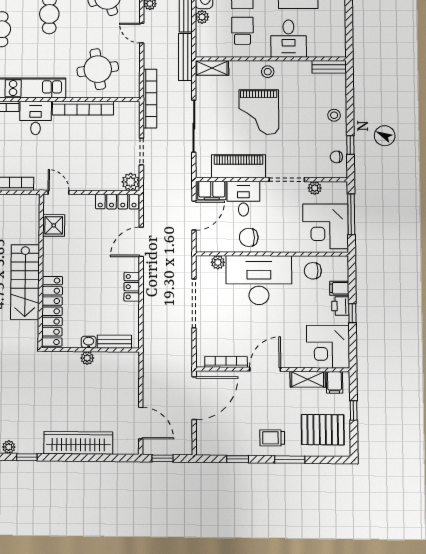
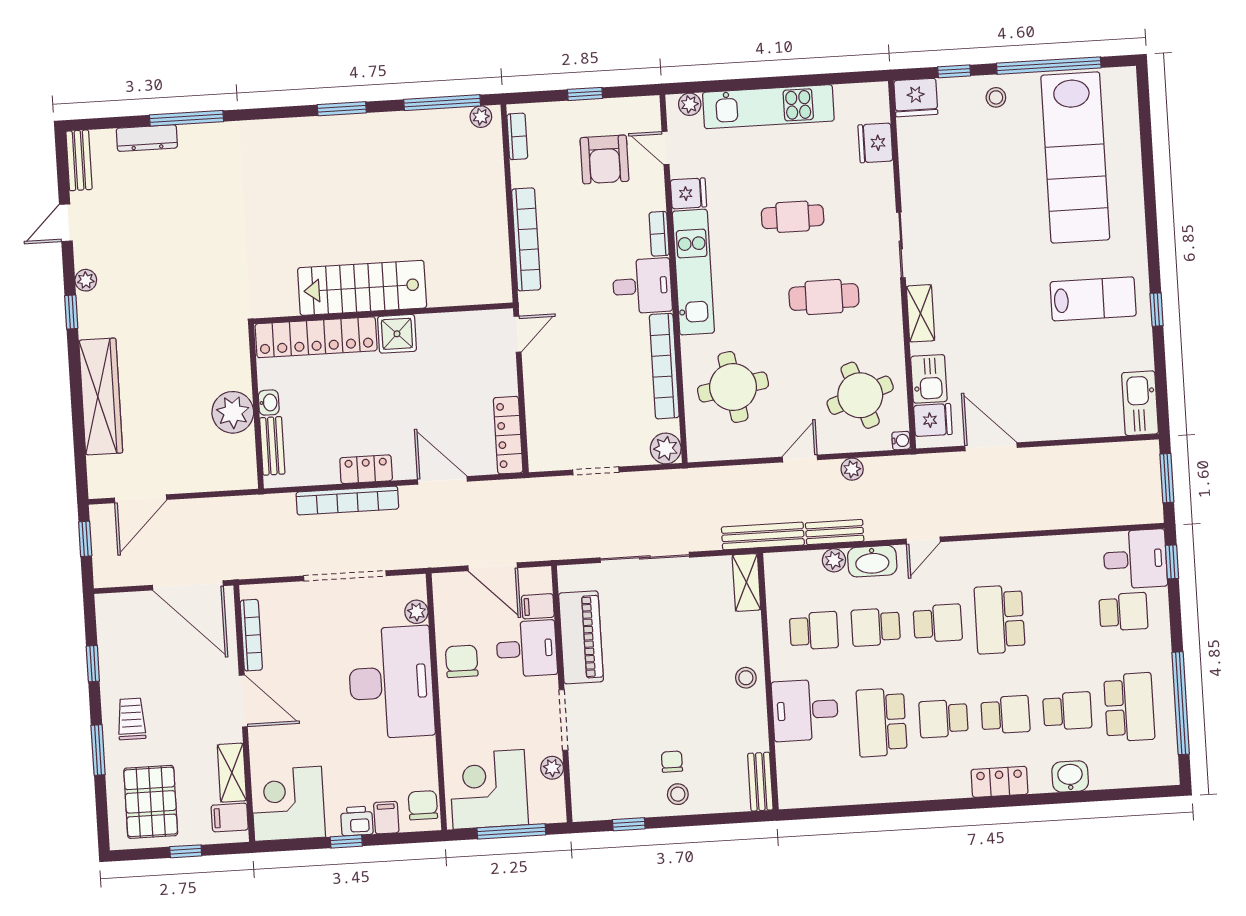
bookcase: (150, 99) -> (347, 501), moved
grand piano: (259, 112) -> (675, 666), removed
chair: (336, 157) -> (672, 762), moved
plant: (131, 182) -> (666, 448), moved
filing cabinet: (212, 190) -> (538, 606), width x0.50
shower: (54, 225) -> (397, 334), moved
chair: (313, 271) -> (423, 805), moved
plant: (87, 358) -> (233, 412), width x1.87, depth x1.87

